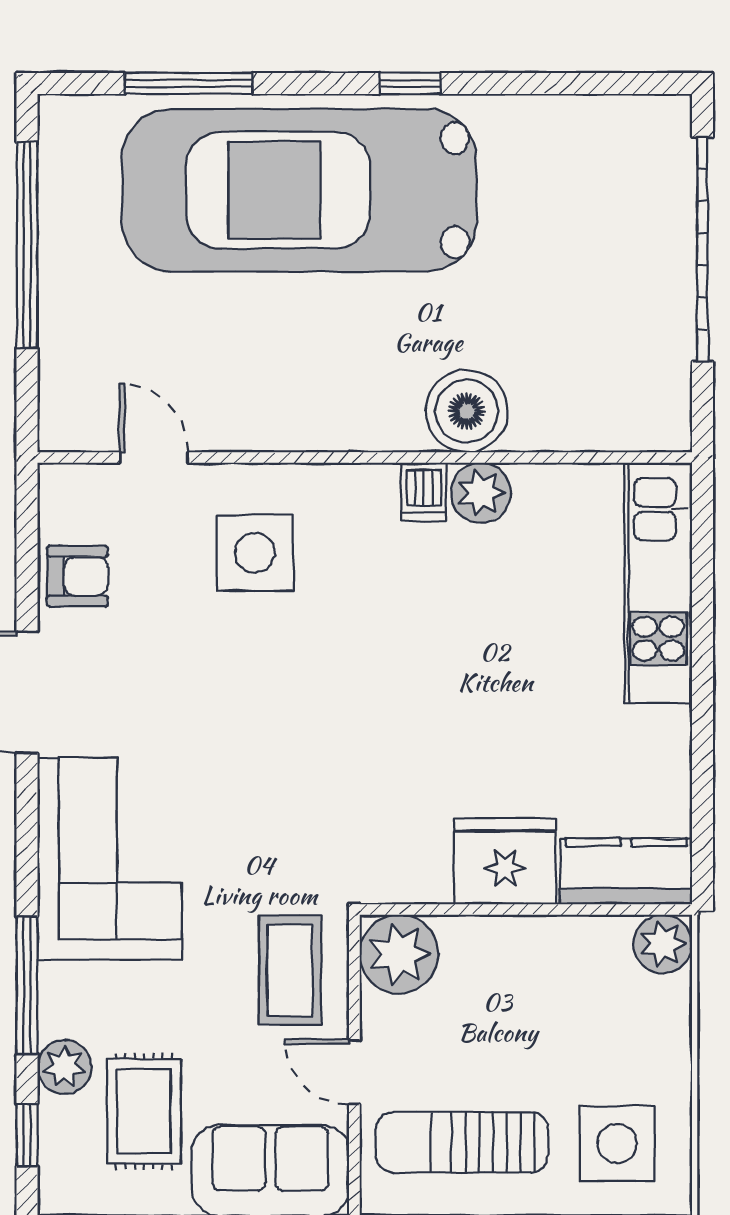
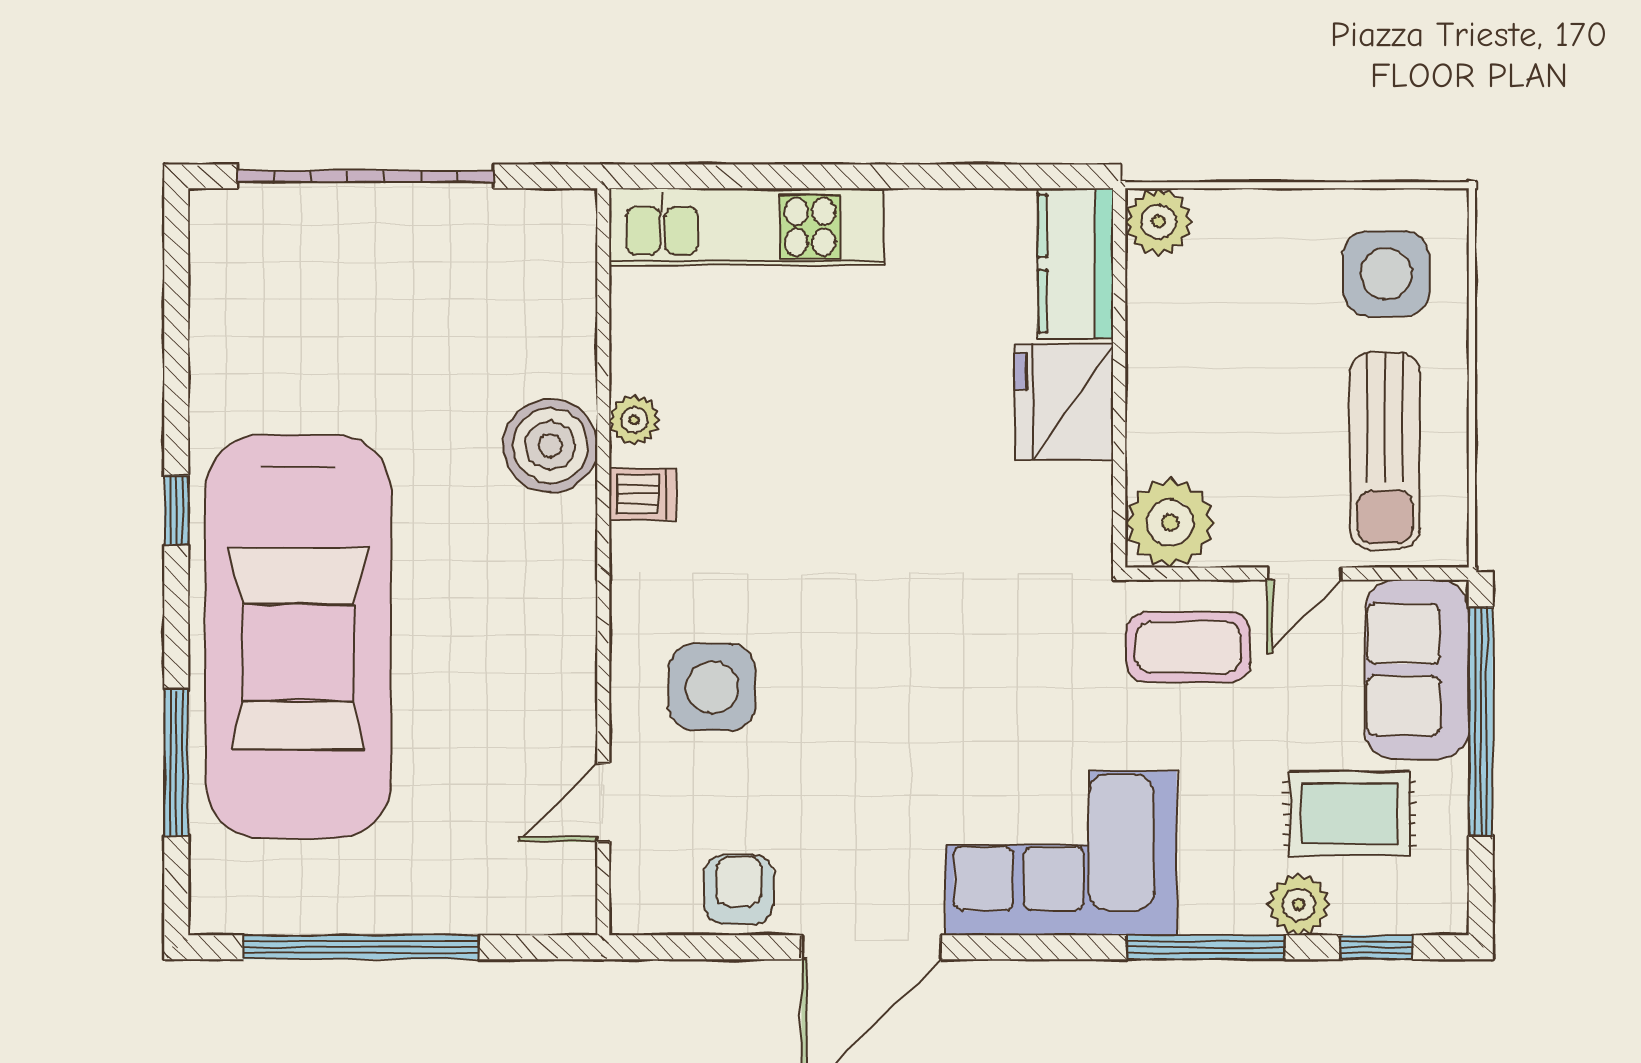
plant: (481, 493) -> (634, 420), width x0.73, depth x0.73

